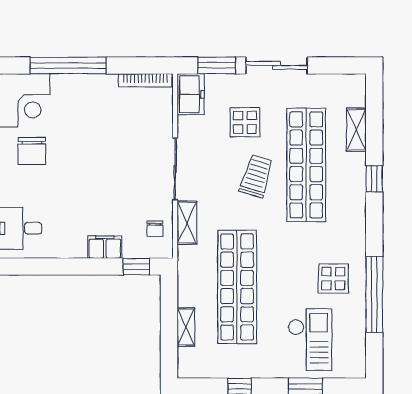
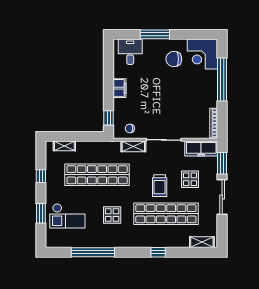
freezer: (191, 94) -> (201, 149), width x1.40
shelving: (356, 130) -> (202, 242), moved
trolley: (256, 176) -> (160, 186), turned 73
filing cabinet: (105, 247) -> (120, 88), moved
display table: (333, 278) -> (112, 215), moved
shelving: (186, 327) -> (64, 146), moved

